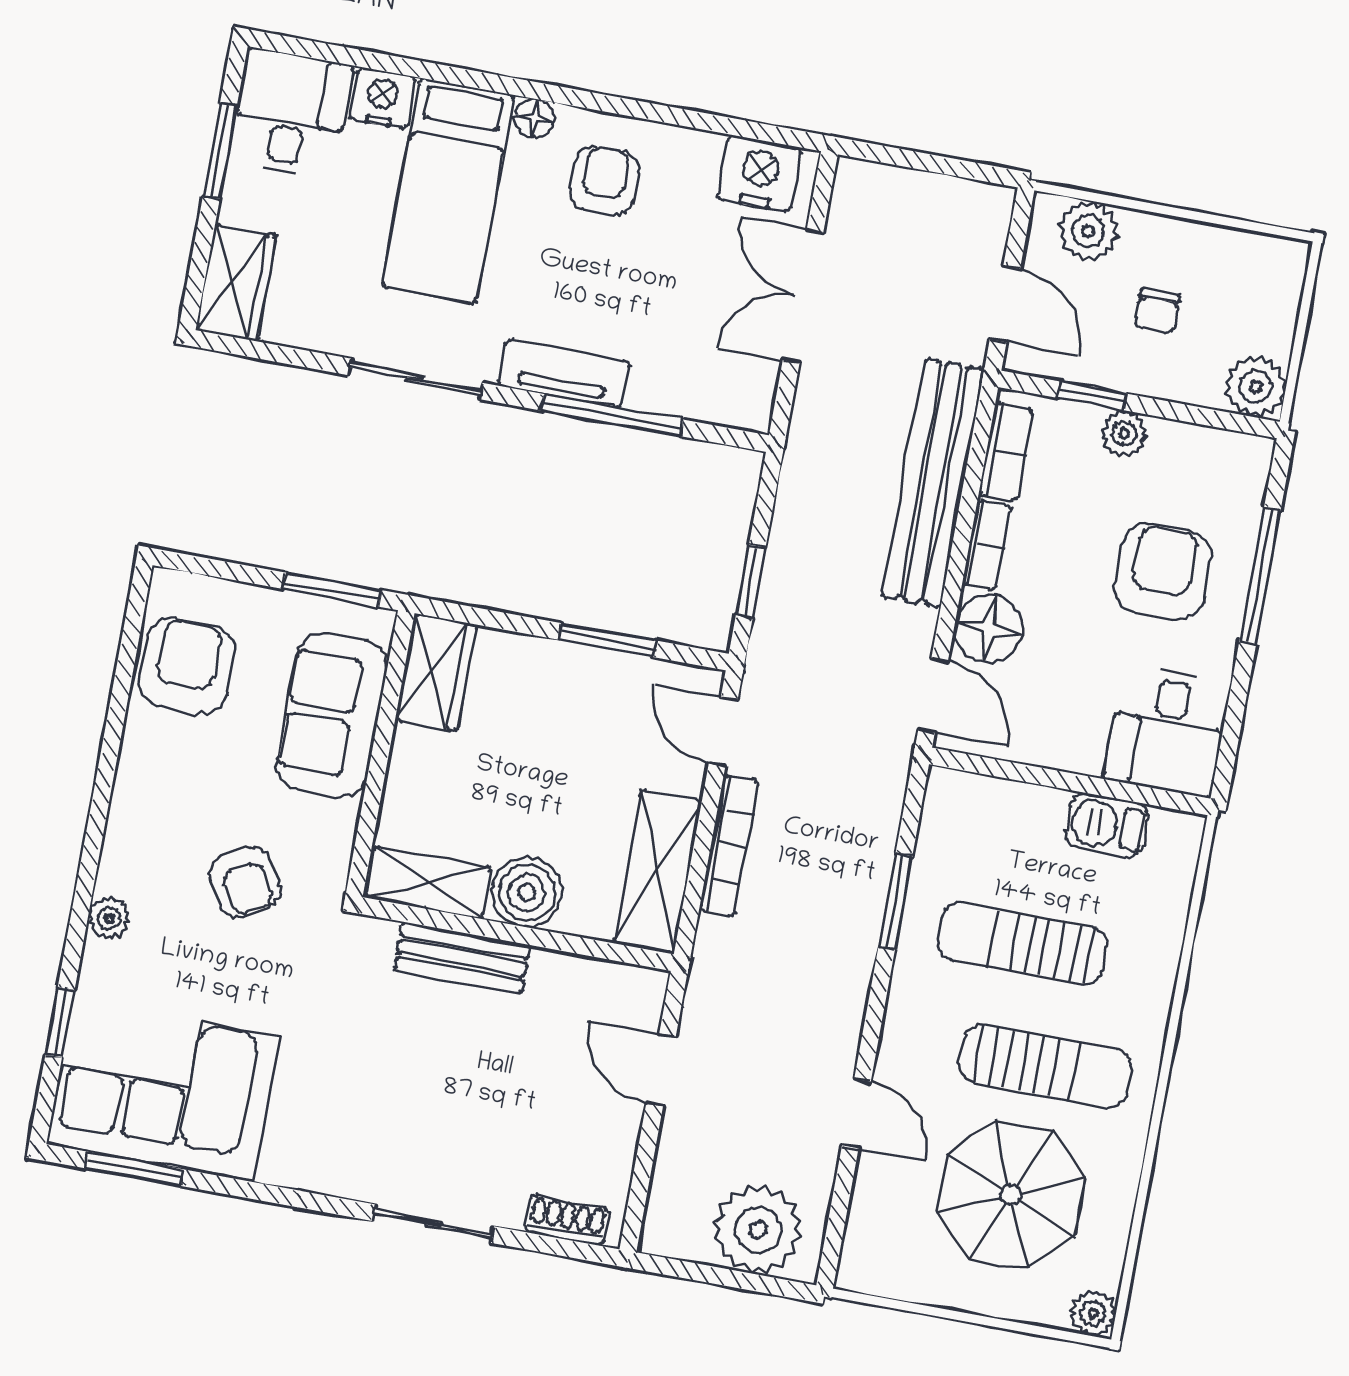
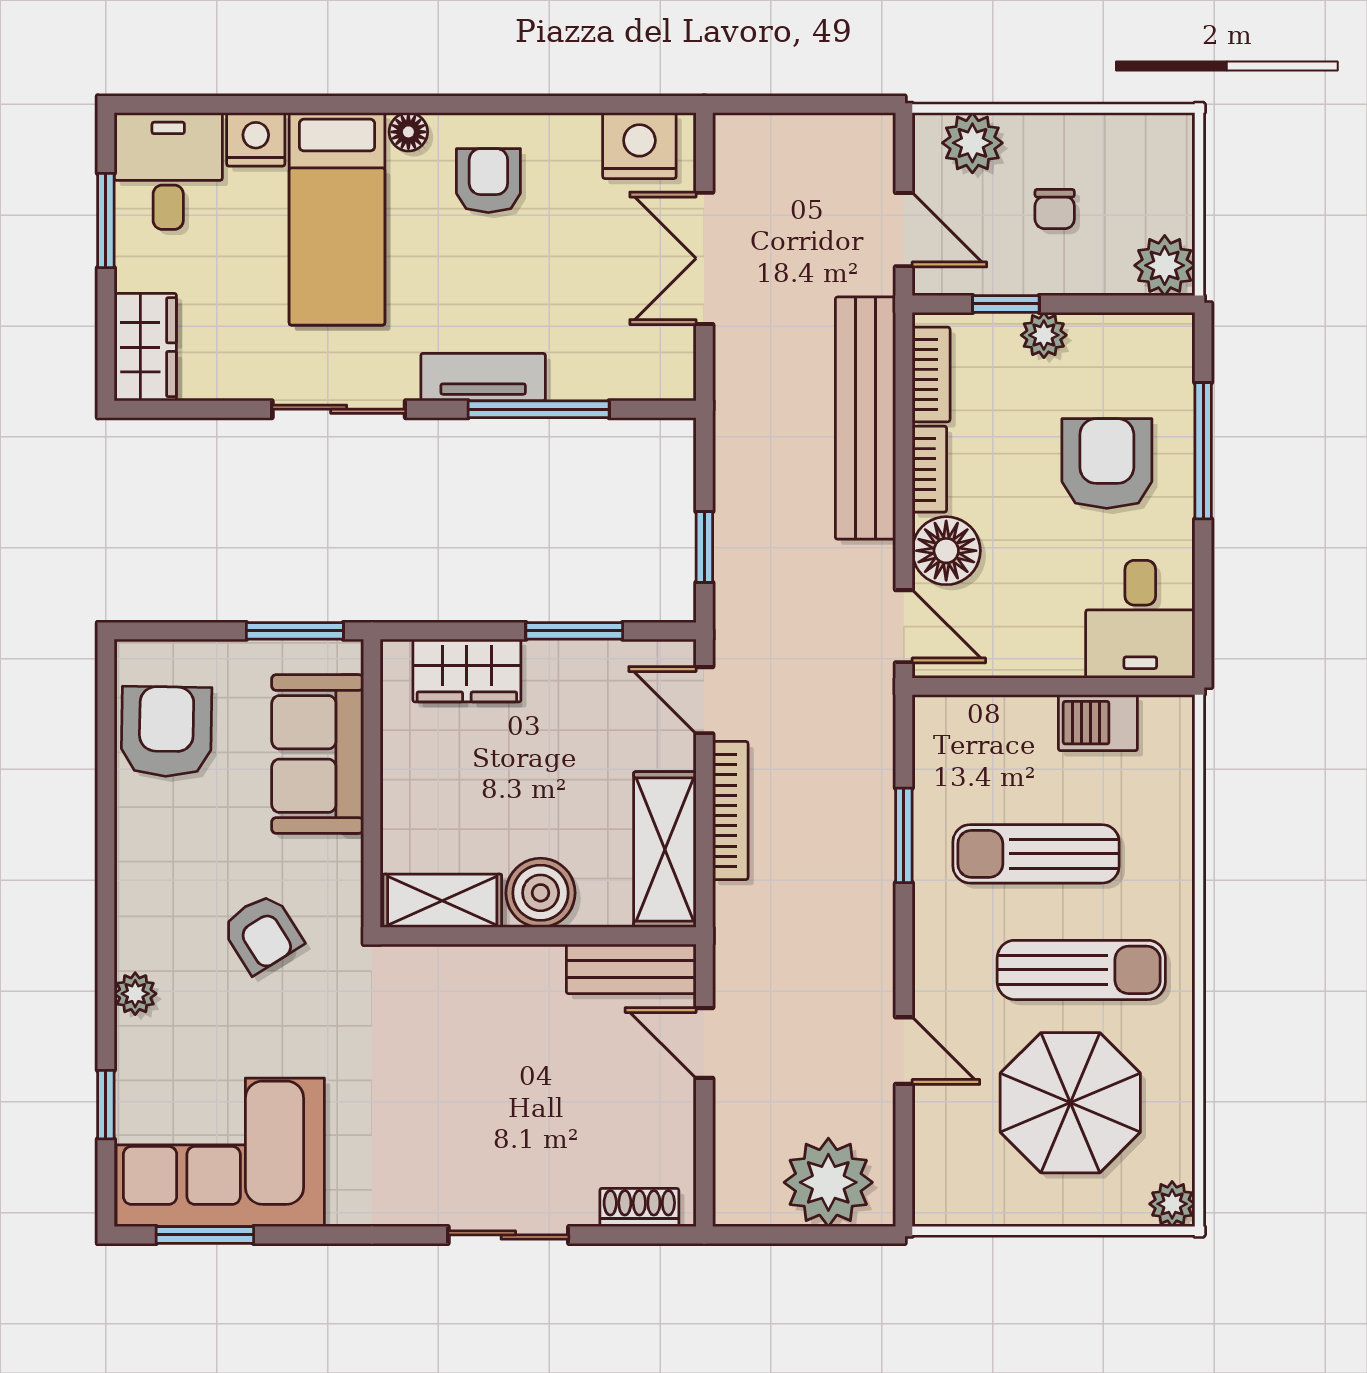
wardrobe: (436, 672) -> (467, 671), moved, turned 90
bench: (462, 958) -> (631, 969), moved

